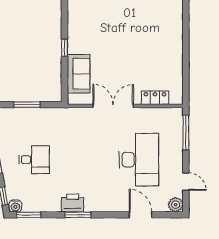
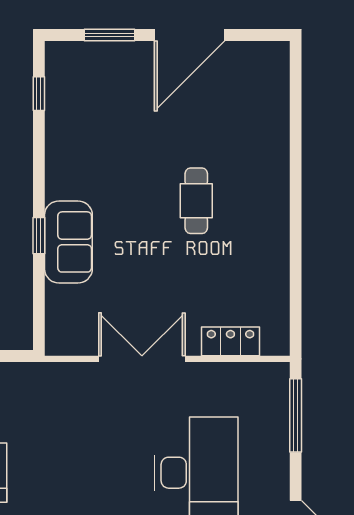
cafe table: (139, 31) -> (196, 201), added
sofa: (78, 74) -> (68, 242), moved

